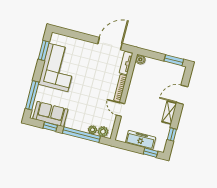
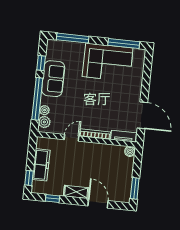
window: (44, 51) -> (124, 43), width x1.44
sofa: (50, 114) -> (53, 79), moved

